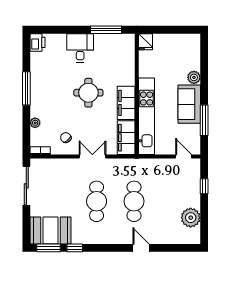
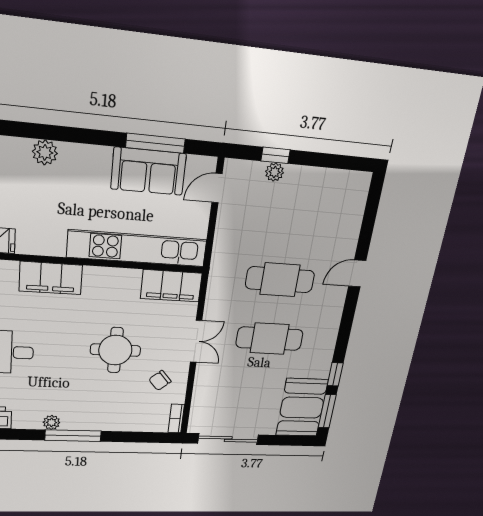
plant: (194, 77) -> (45, 152), moved
round table: (88, 93) -> (115, 350), moved
filing cabinet: (126, 103) -> (51, 278), moved
sofa: (189, 104) -> (148, 171), moved
plant: (35, 123) -> (51, 422), moved
double door: (92, 157) -> (196, 341), swing flipped
plant: (191, 218) -> (275, 172), moved, width x0.53, depth x0.53

